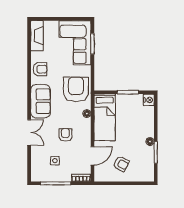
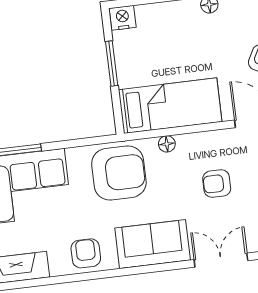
armchair: (76, 89) -> (119, 173), turned 180

